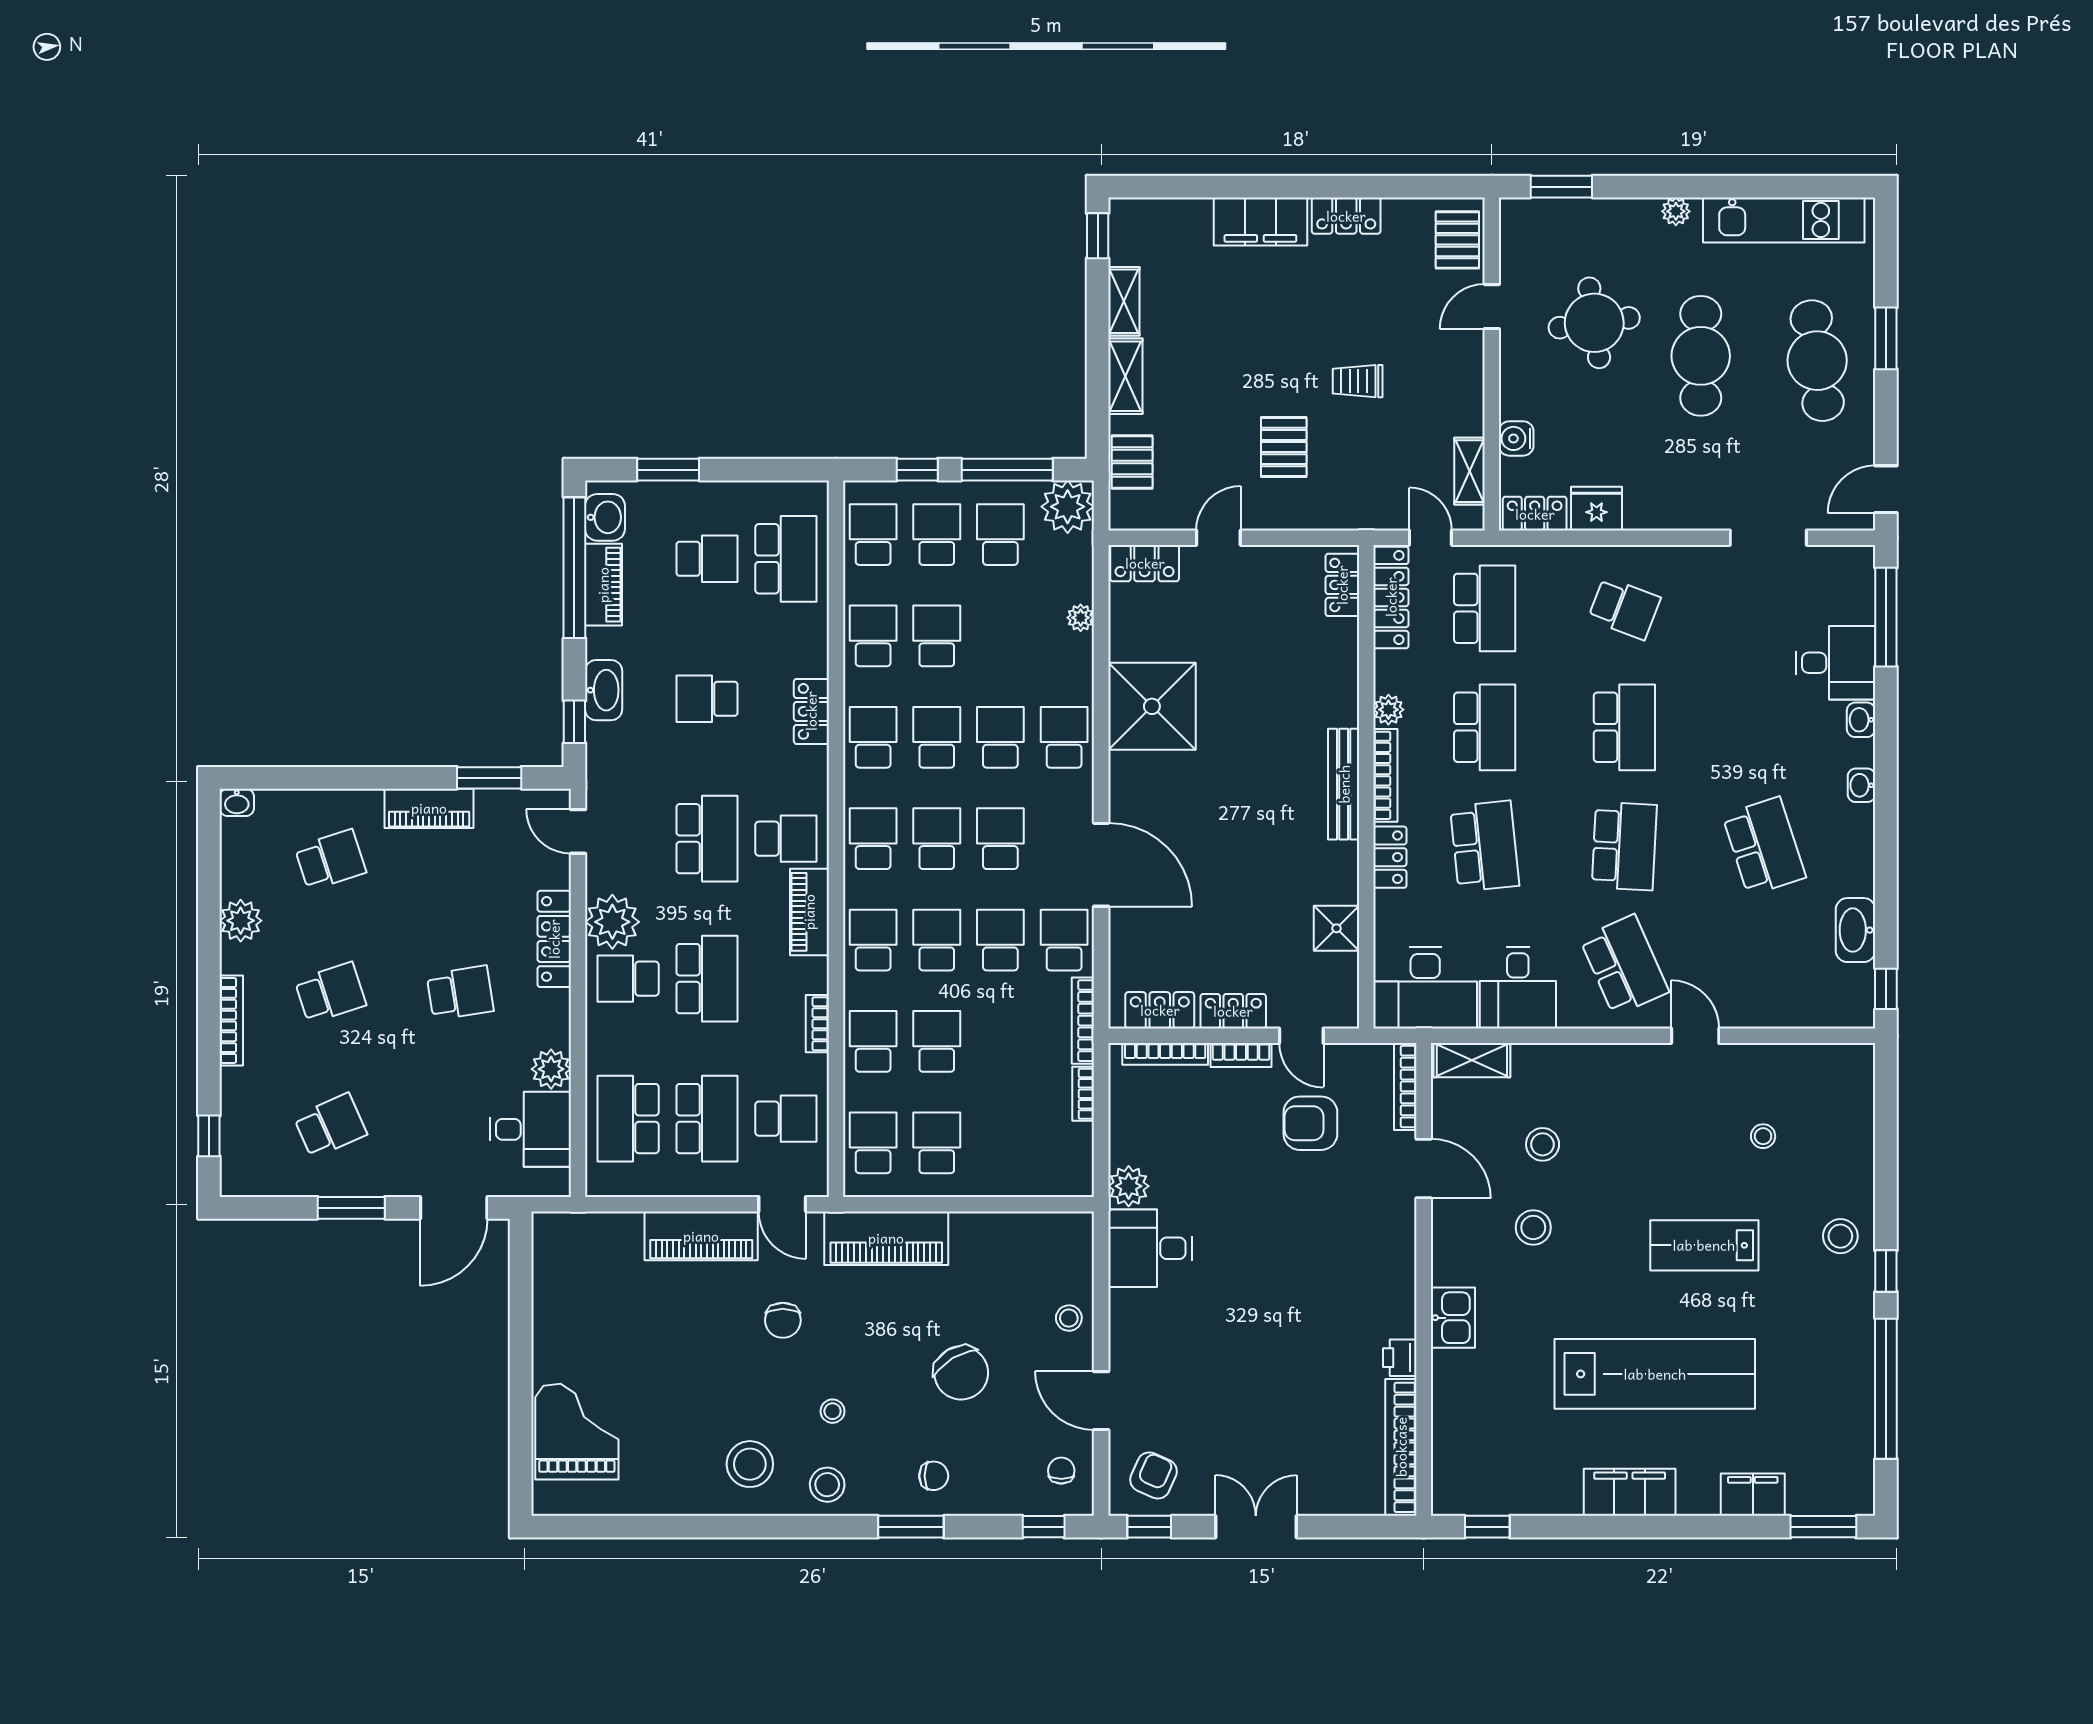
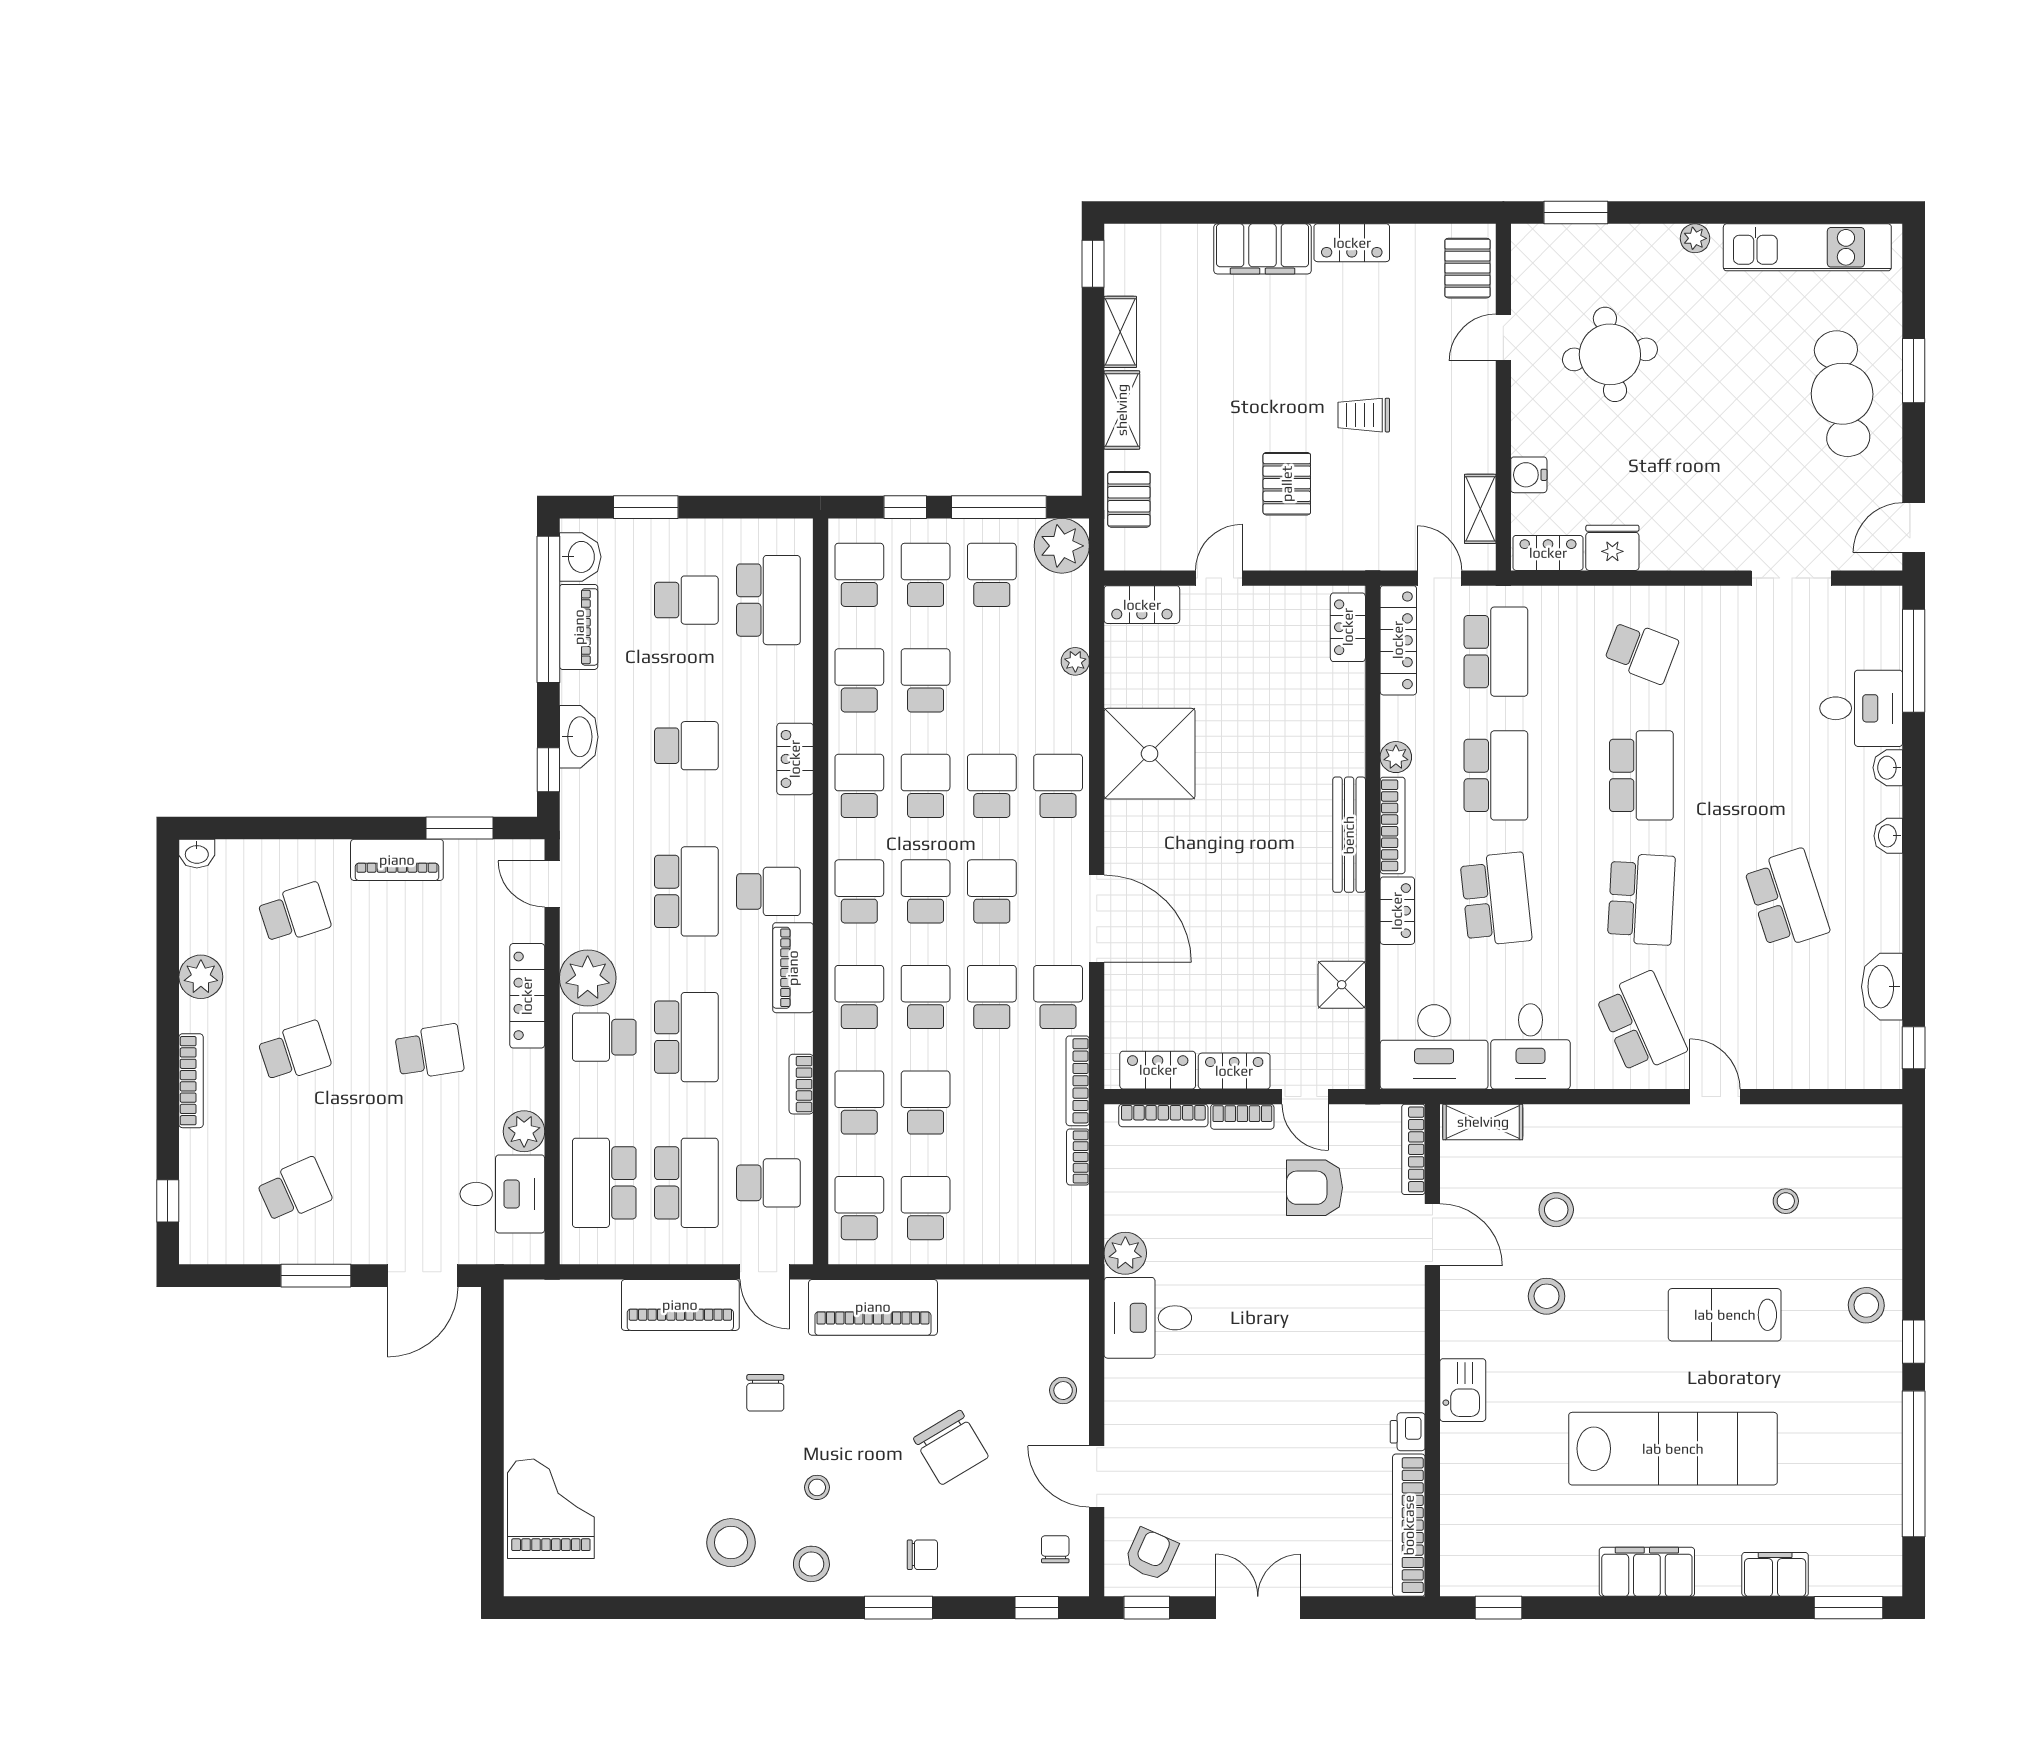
cafe table: (1701, 356) -> (1721, 389), removed
school desk: (707, 699) -> (686, 746), turned 180

